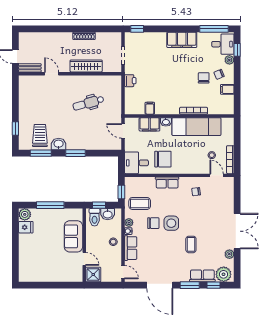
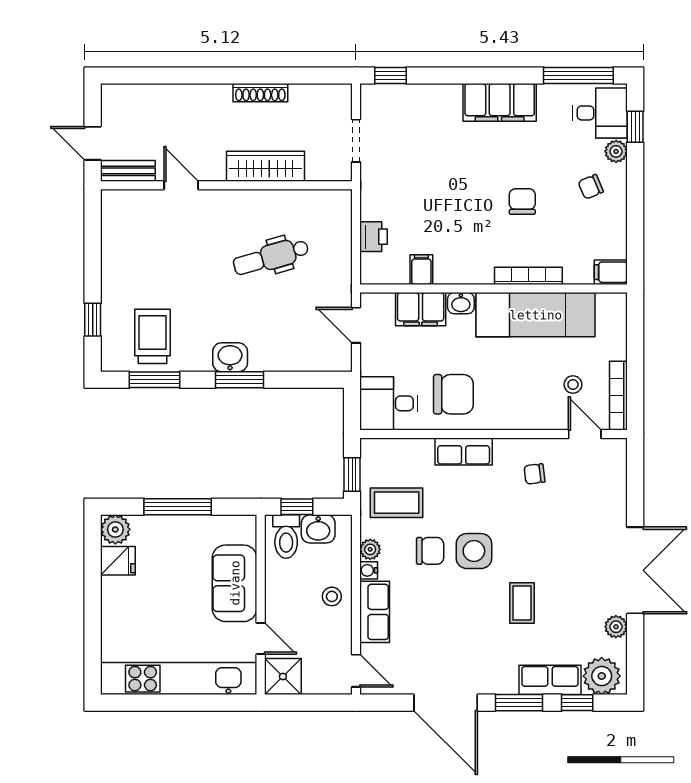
chair: (204, 78) -> (522, 201), moved
printer: (130, 81) -> (374, 237), moved
filing cabinet: (227, 89) -> (611, 272), moved
washbasin: (59, 144) -> (230, 357), moved
kitchen unit: (51, 275) -> (179, 679), added

